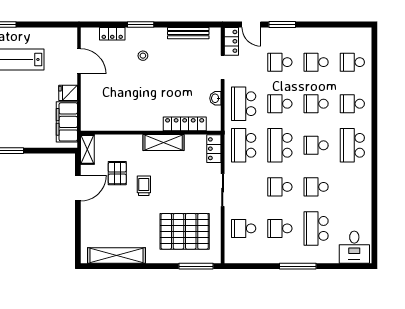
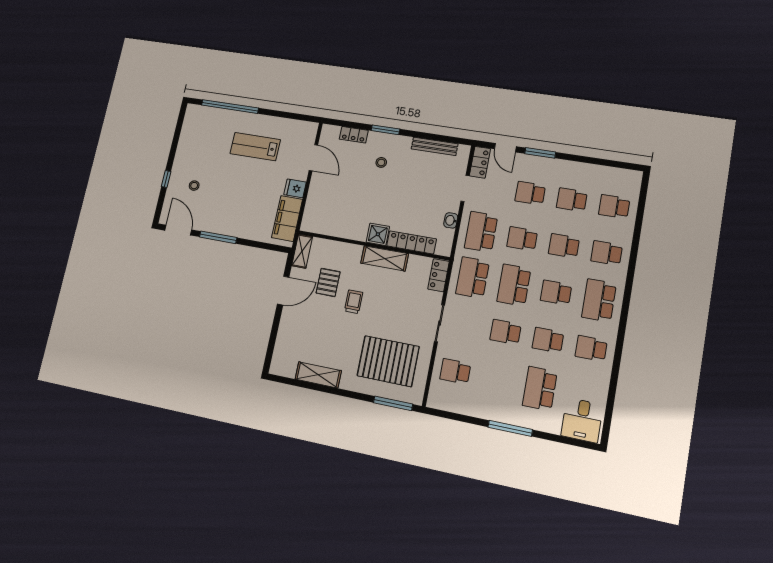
shower: (153, 122) -> (378, 234), added
school desk: (280, 228) -> (591, 348), moved
shelving: (117, 255) -> (318, 375), width x0.68

